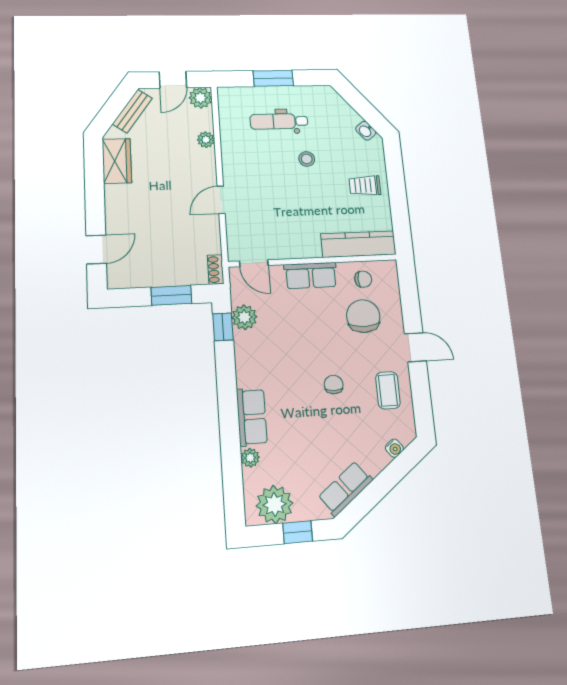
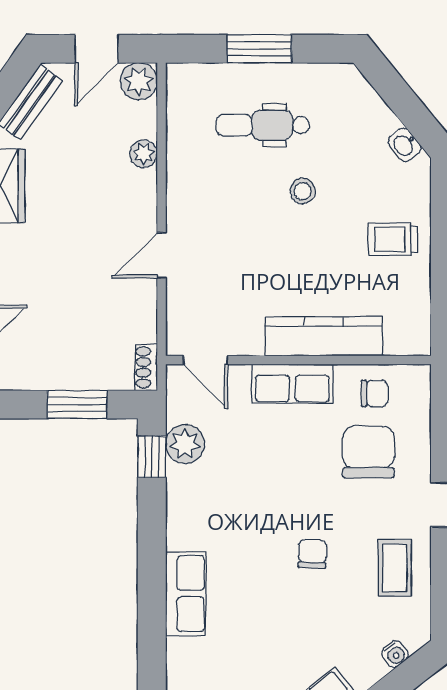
kitchen counter: (358, 244) -> (324, 336), moved
plant: (250, 458) -> (179, 652), removed

